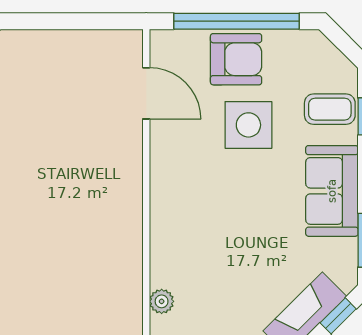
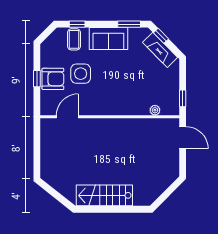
window: (237, 21) -> (37, 79), width x0.32
armchair: (236, 59) -> (53, 79), turned 90

